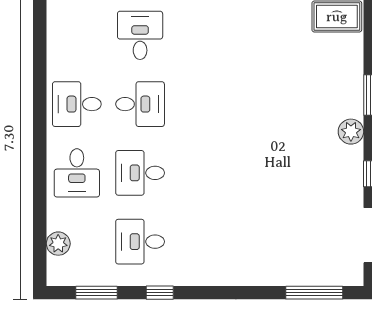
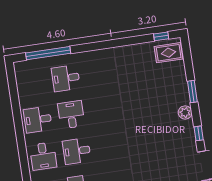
desk: (140, 35) -> (66, 78), turned -90
desk: (140, 104) -> (71, 115), turned -90

